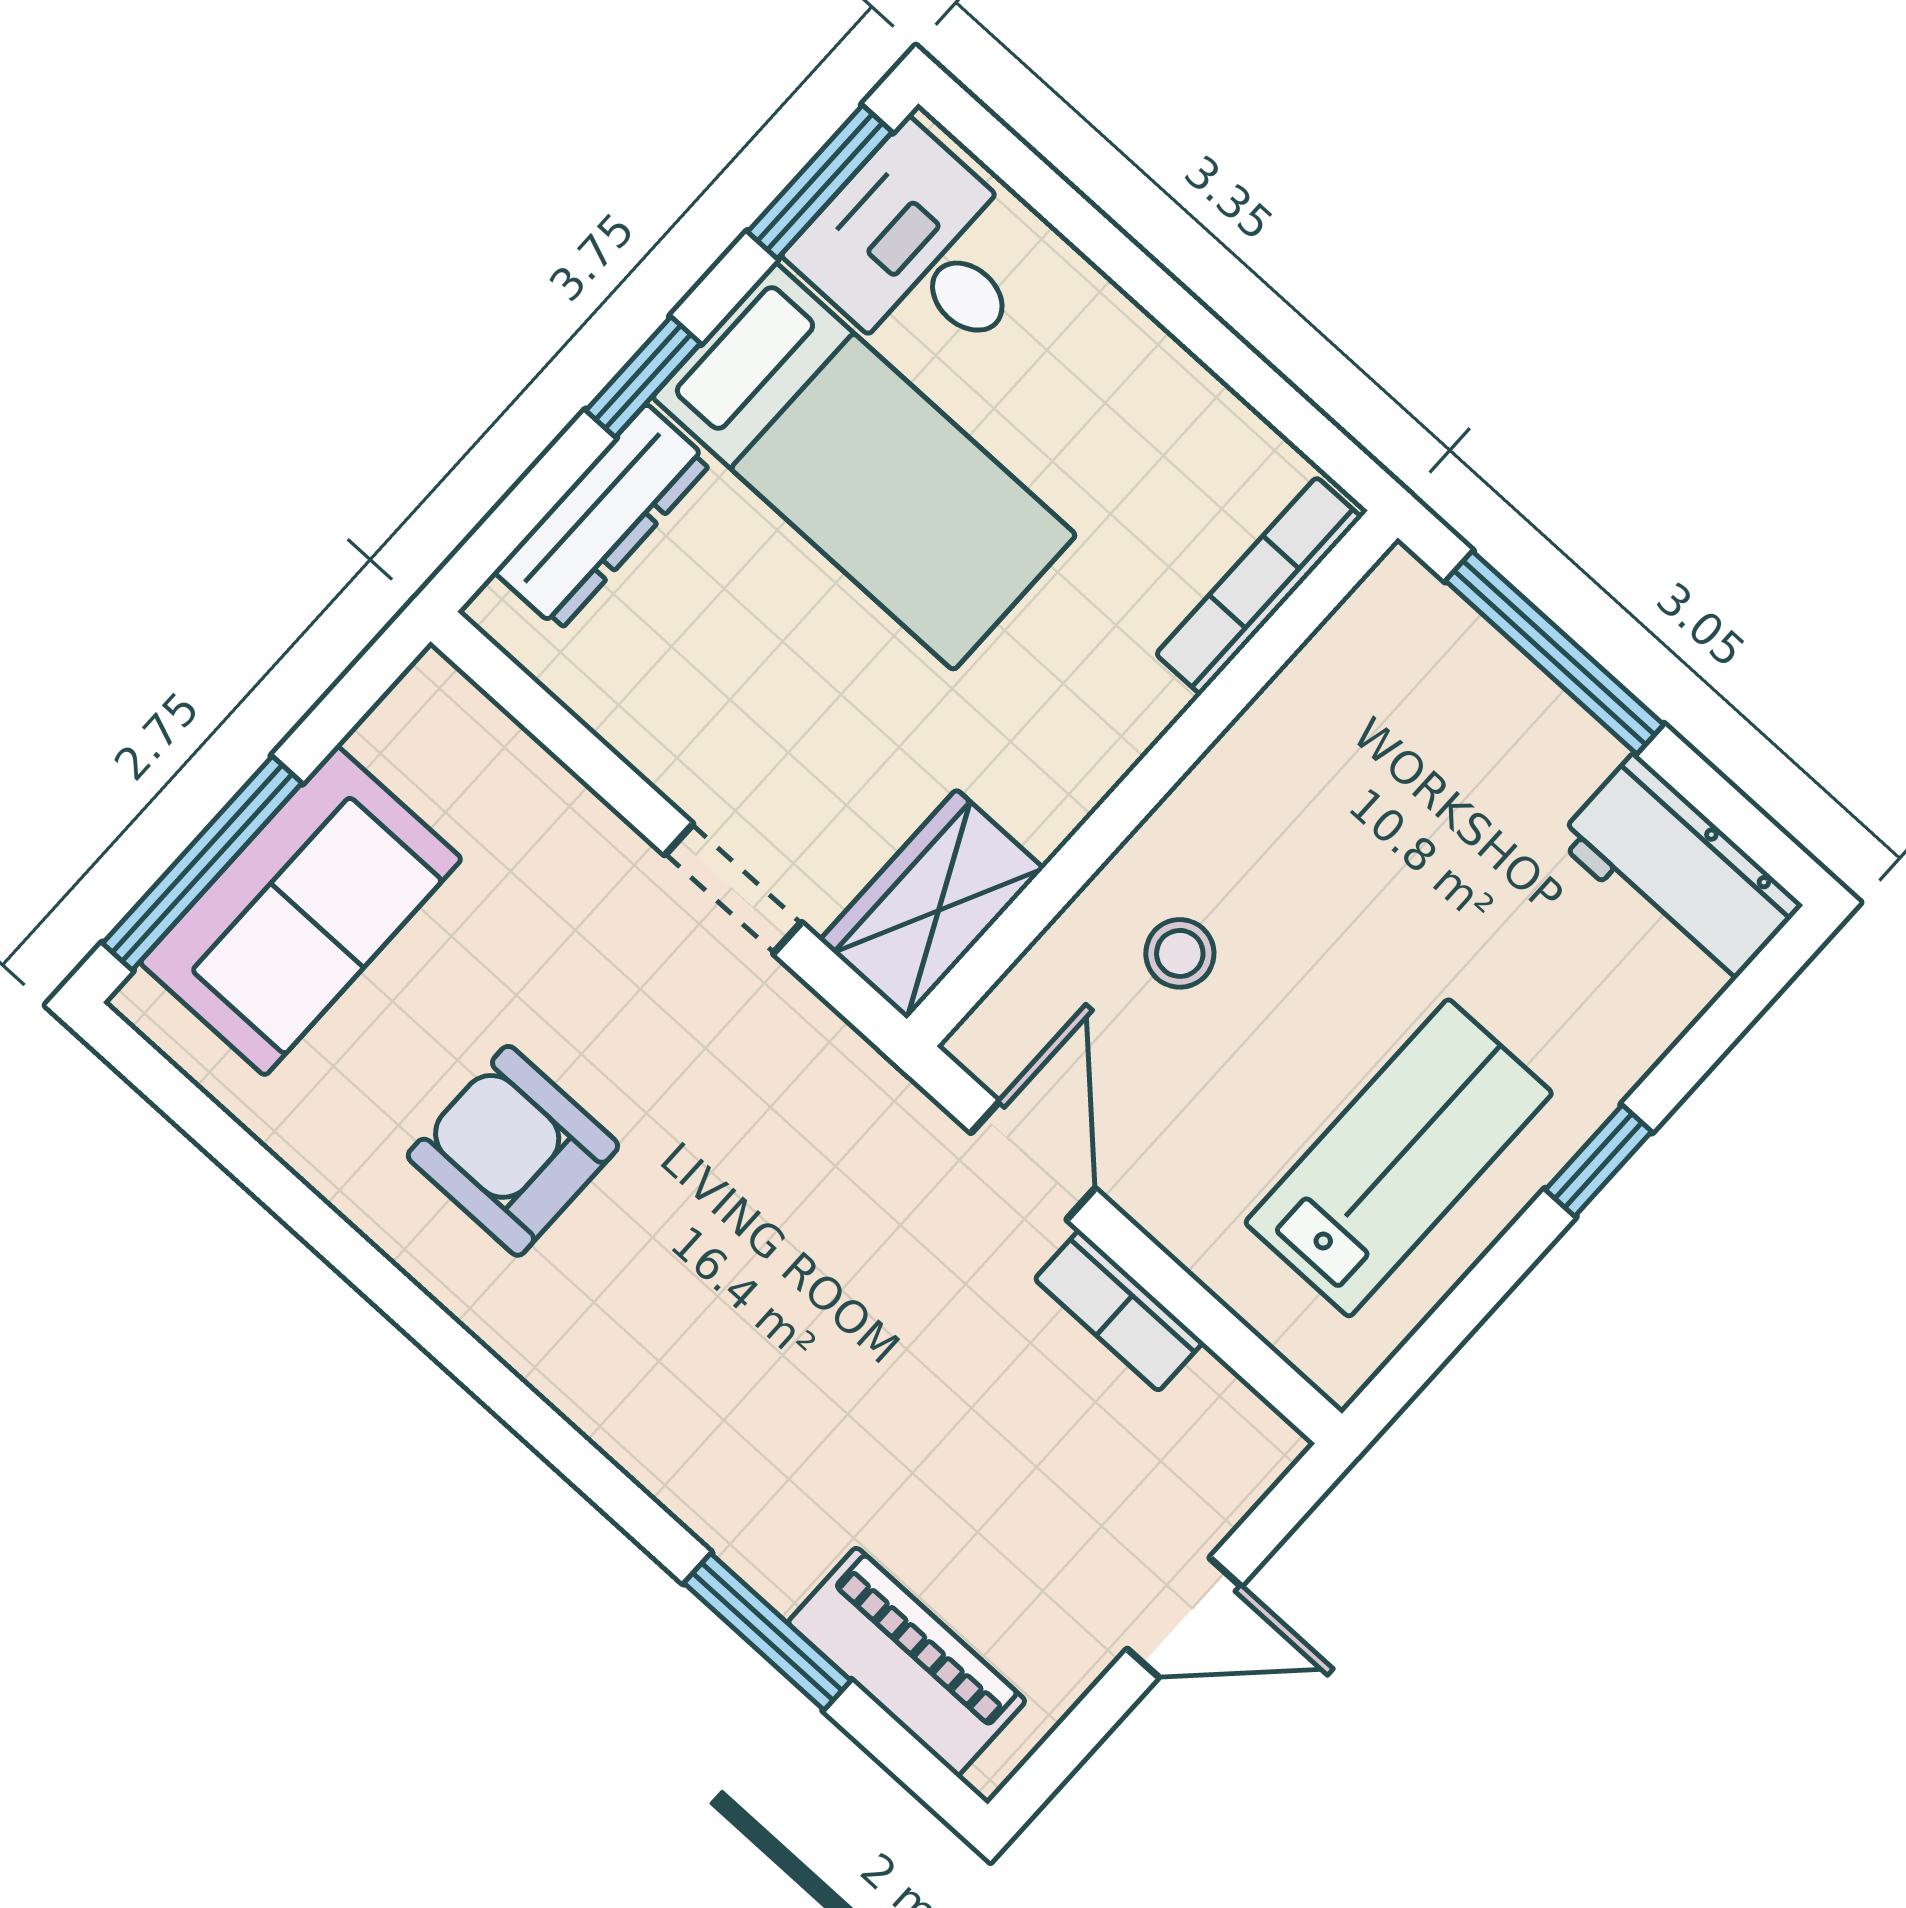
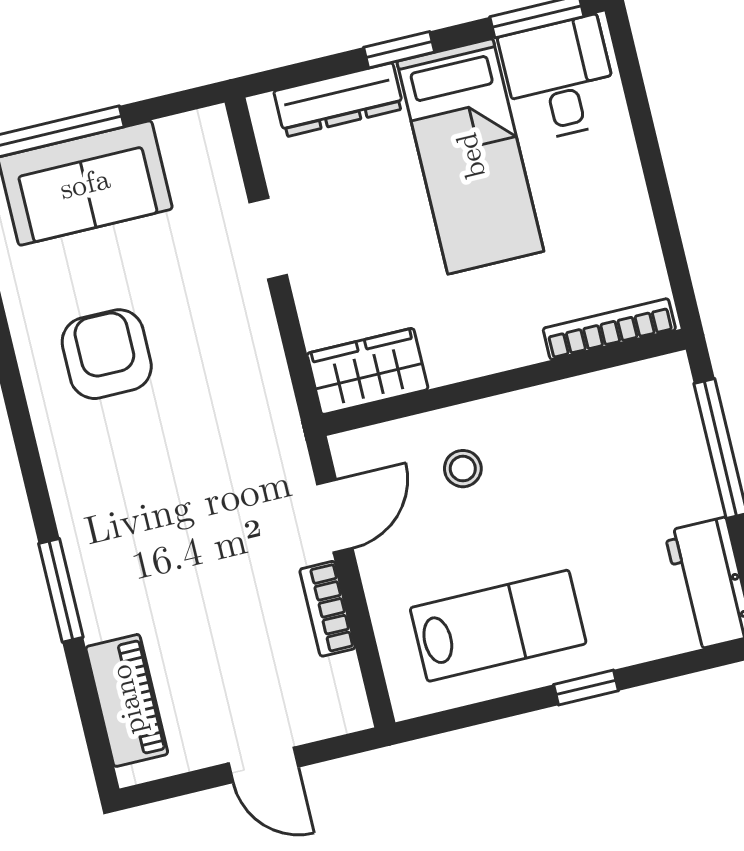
doorway: (733, 889) -> (268, 239), moved
window: (767, 1632) -> (61, 590), moved

